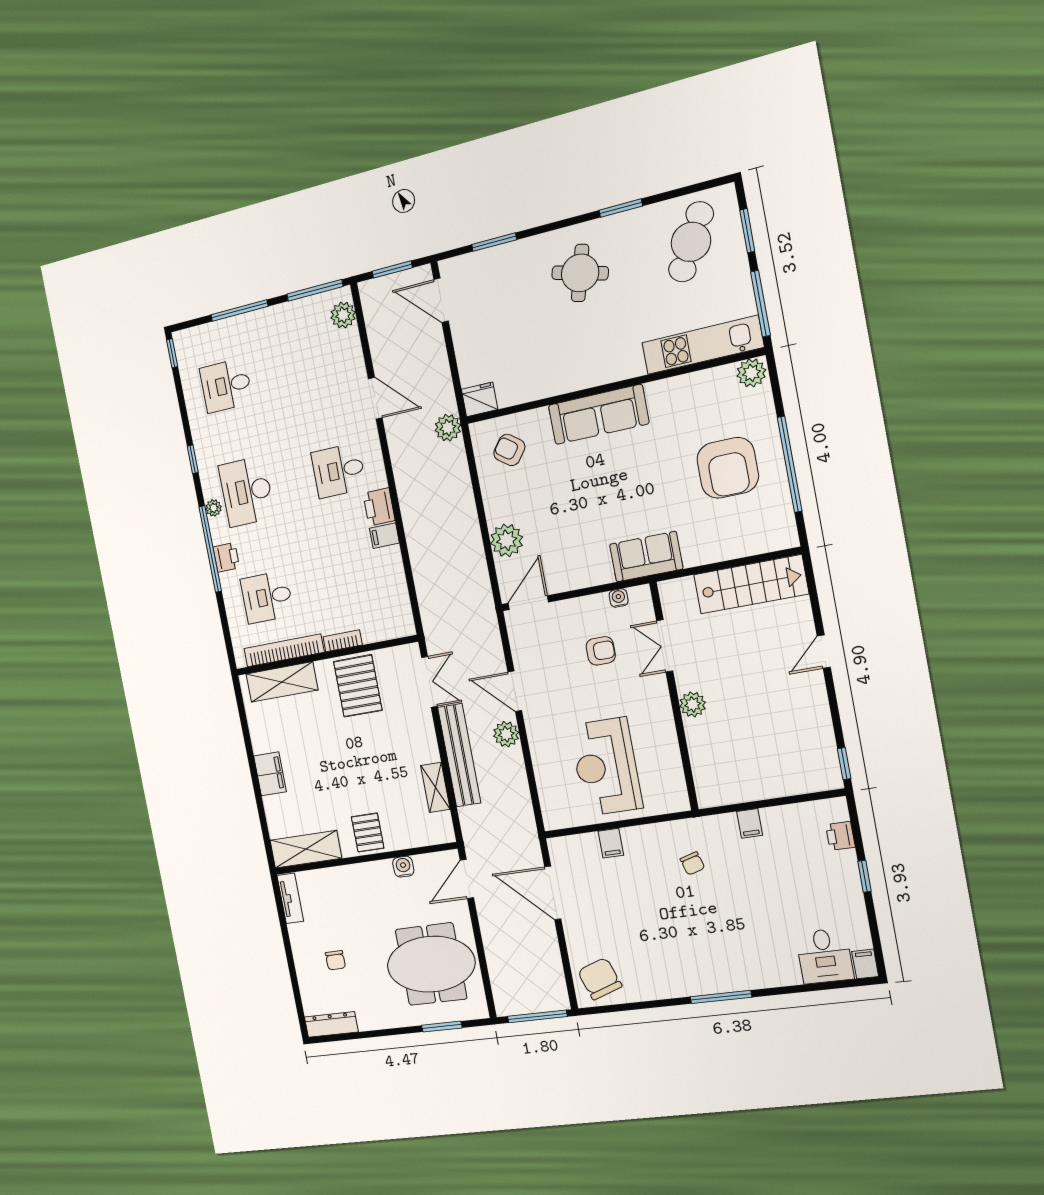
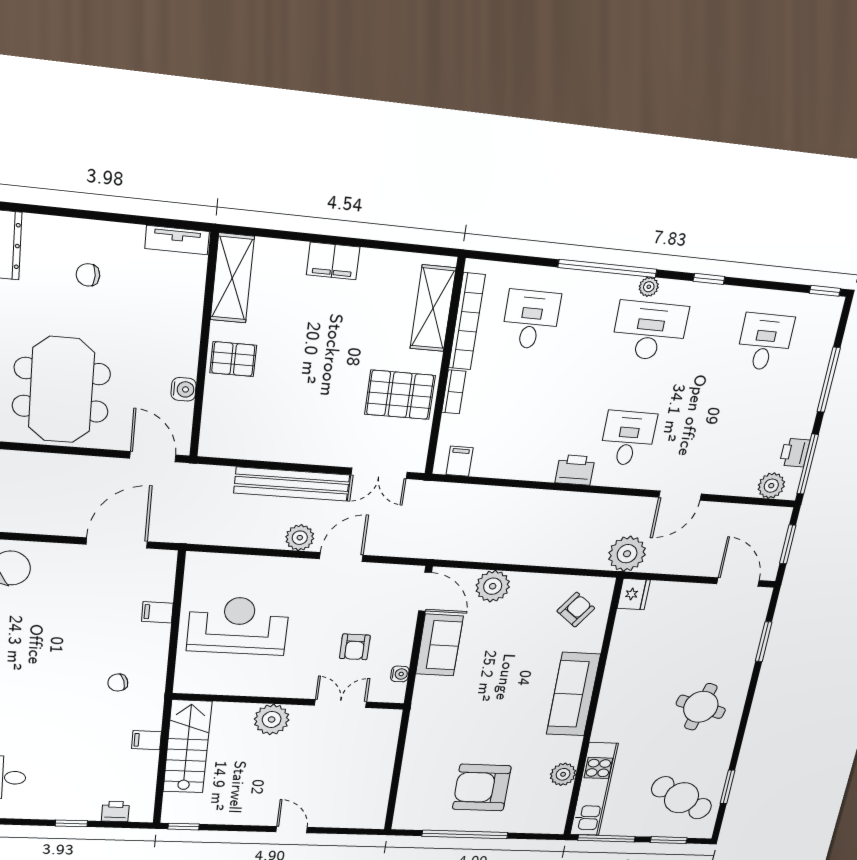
window: (621, 208) -> (728, 787), moved
door: (441, 300) -> (738, 582), hinge flipped
plant: (751, 373) -> (563, 774), moved
plant: (448, 428) -> (627, 554), width x1.36, depth x1.36
filing cabinet: (384, 536) -> (459, 461), moved
printer: (226, 557) -> (795, 453), moved, turned 90
sofa: (646, 557) -> (439, 645), moved
stairs: (751, 584) -> (187, 747), moved, turned 180
plant: (693, 704) -> (272, 719), width x1.36, depth x1.36
shelving: (435, 787) -> (264, 449), removed

